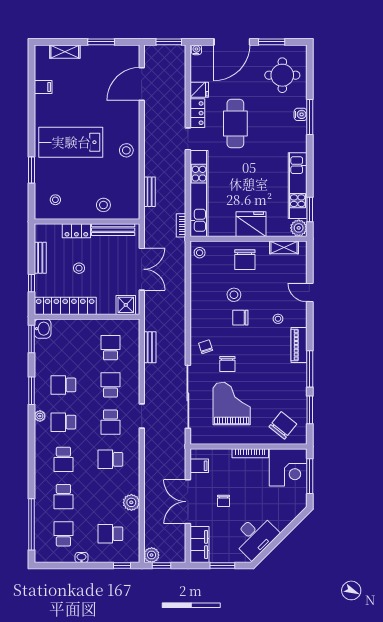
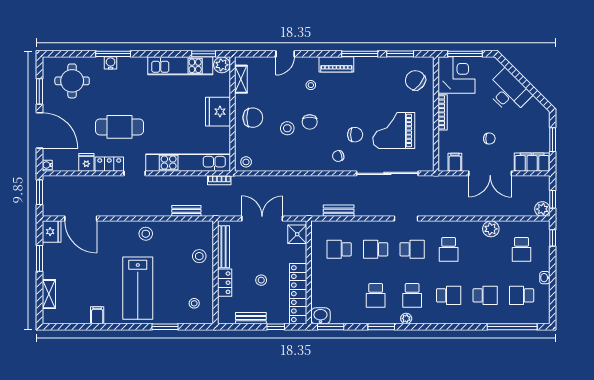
fridge: (129, 54) -> (52, 232), added
filing cabinet: (43, 87) -> (97, 315), moved
desk: (255, 536) -> (508, 92), moved

